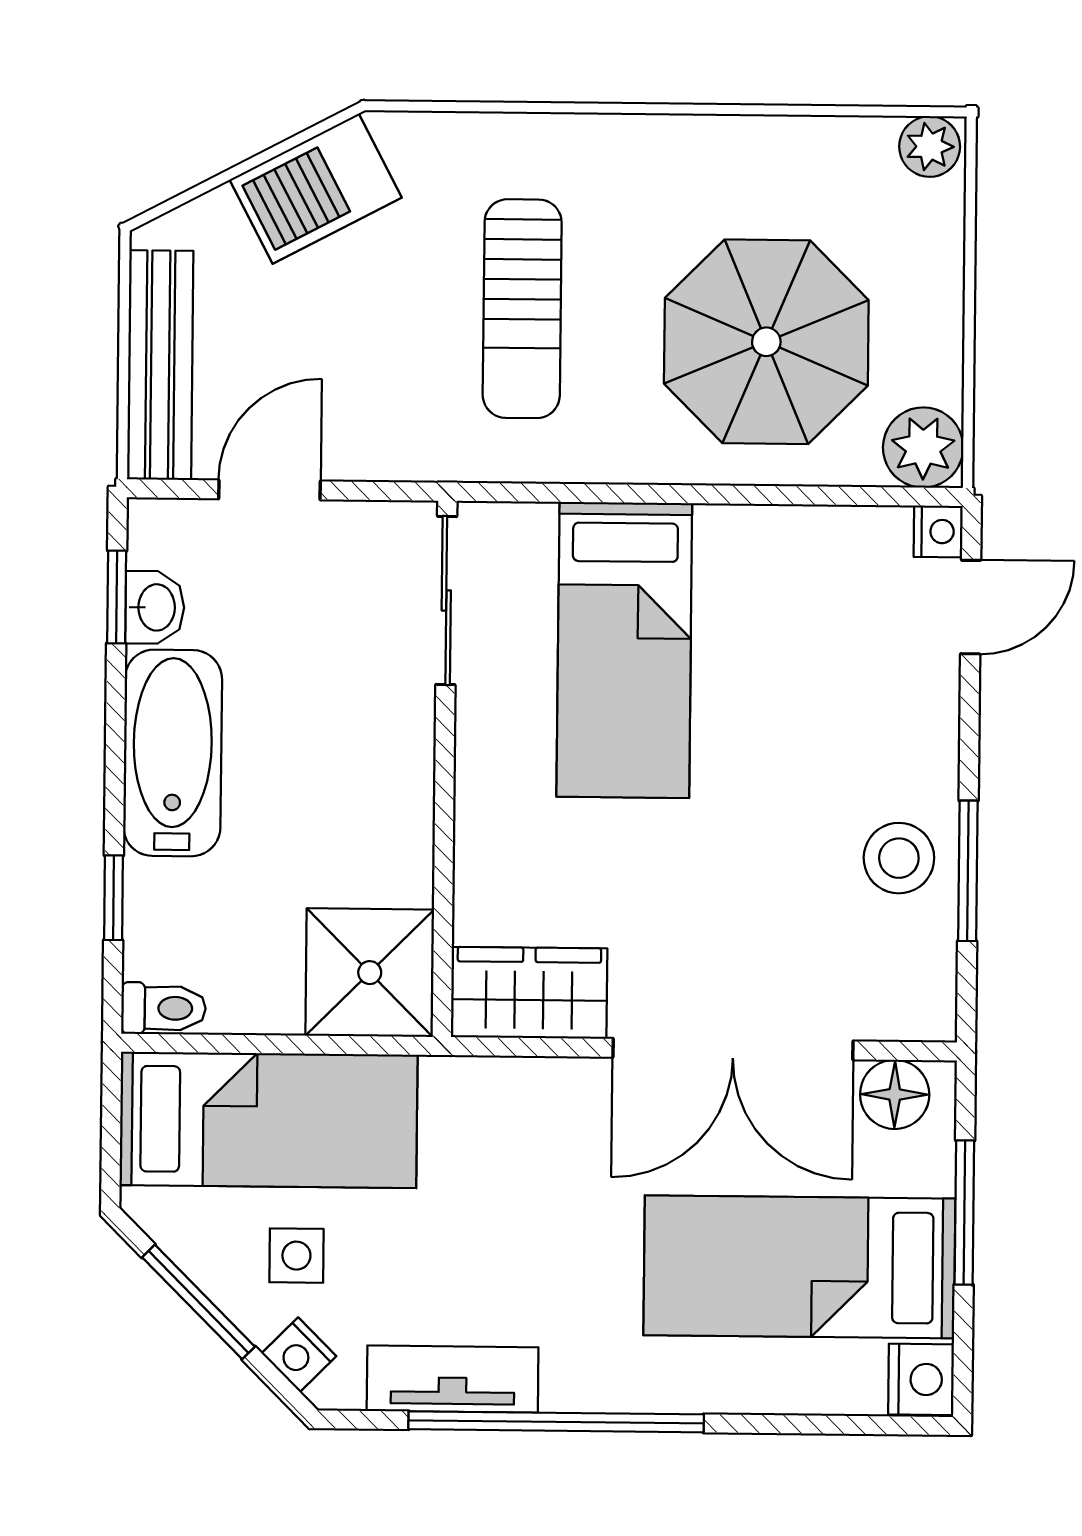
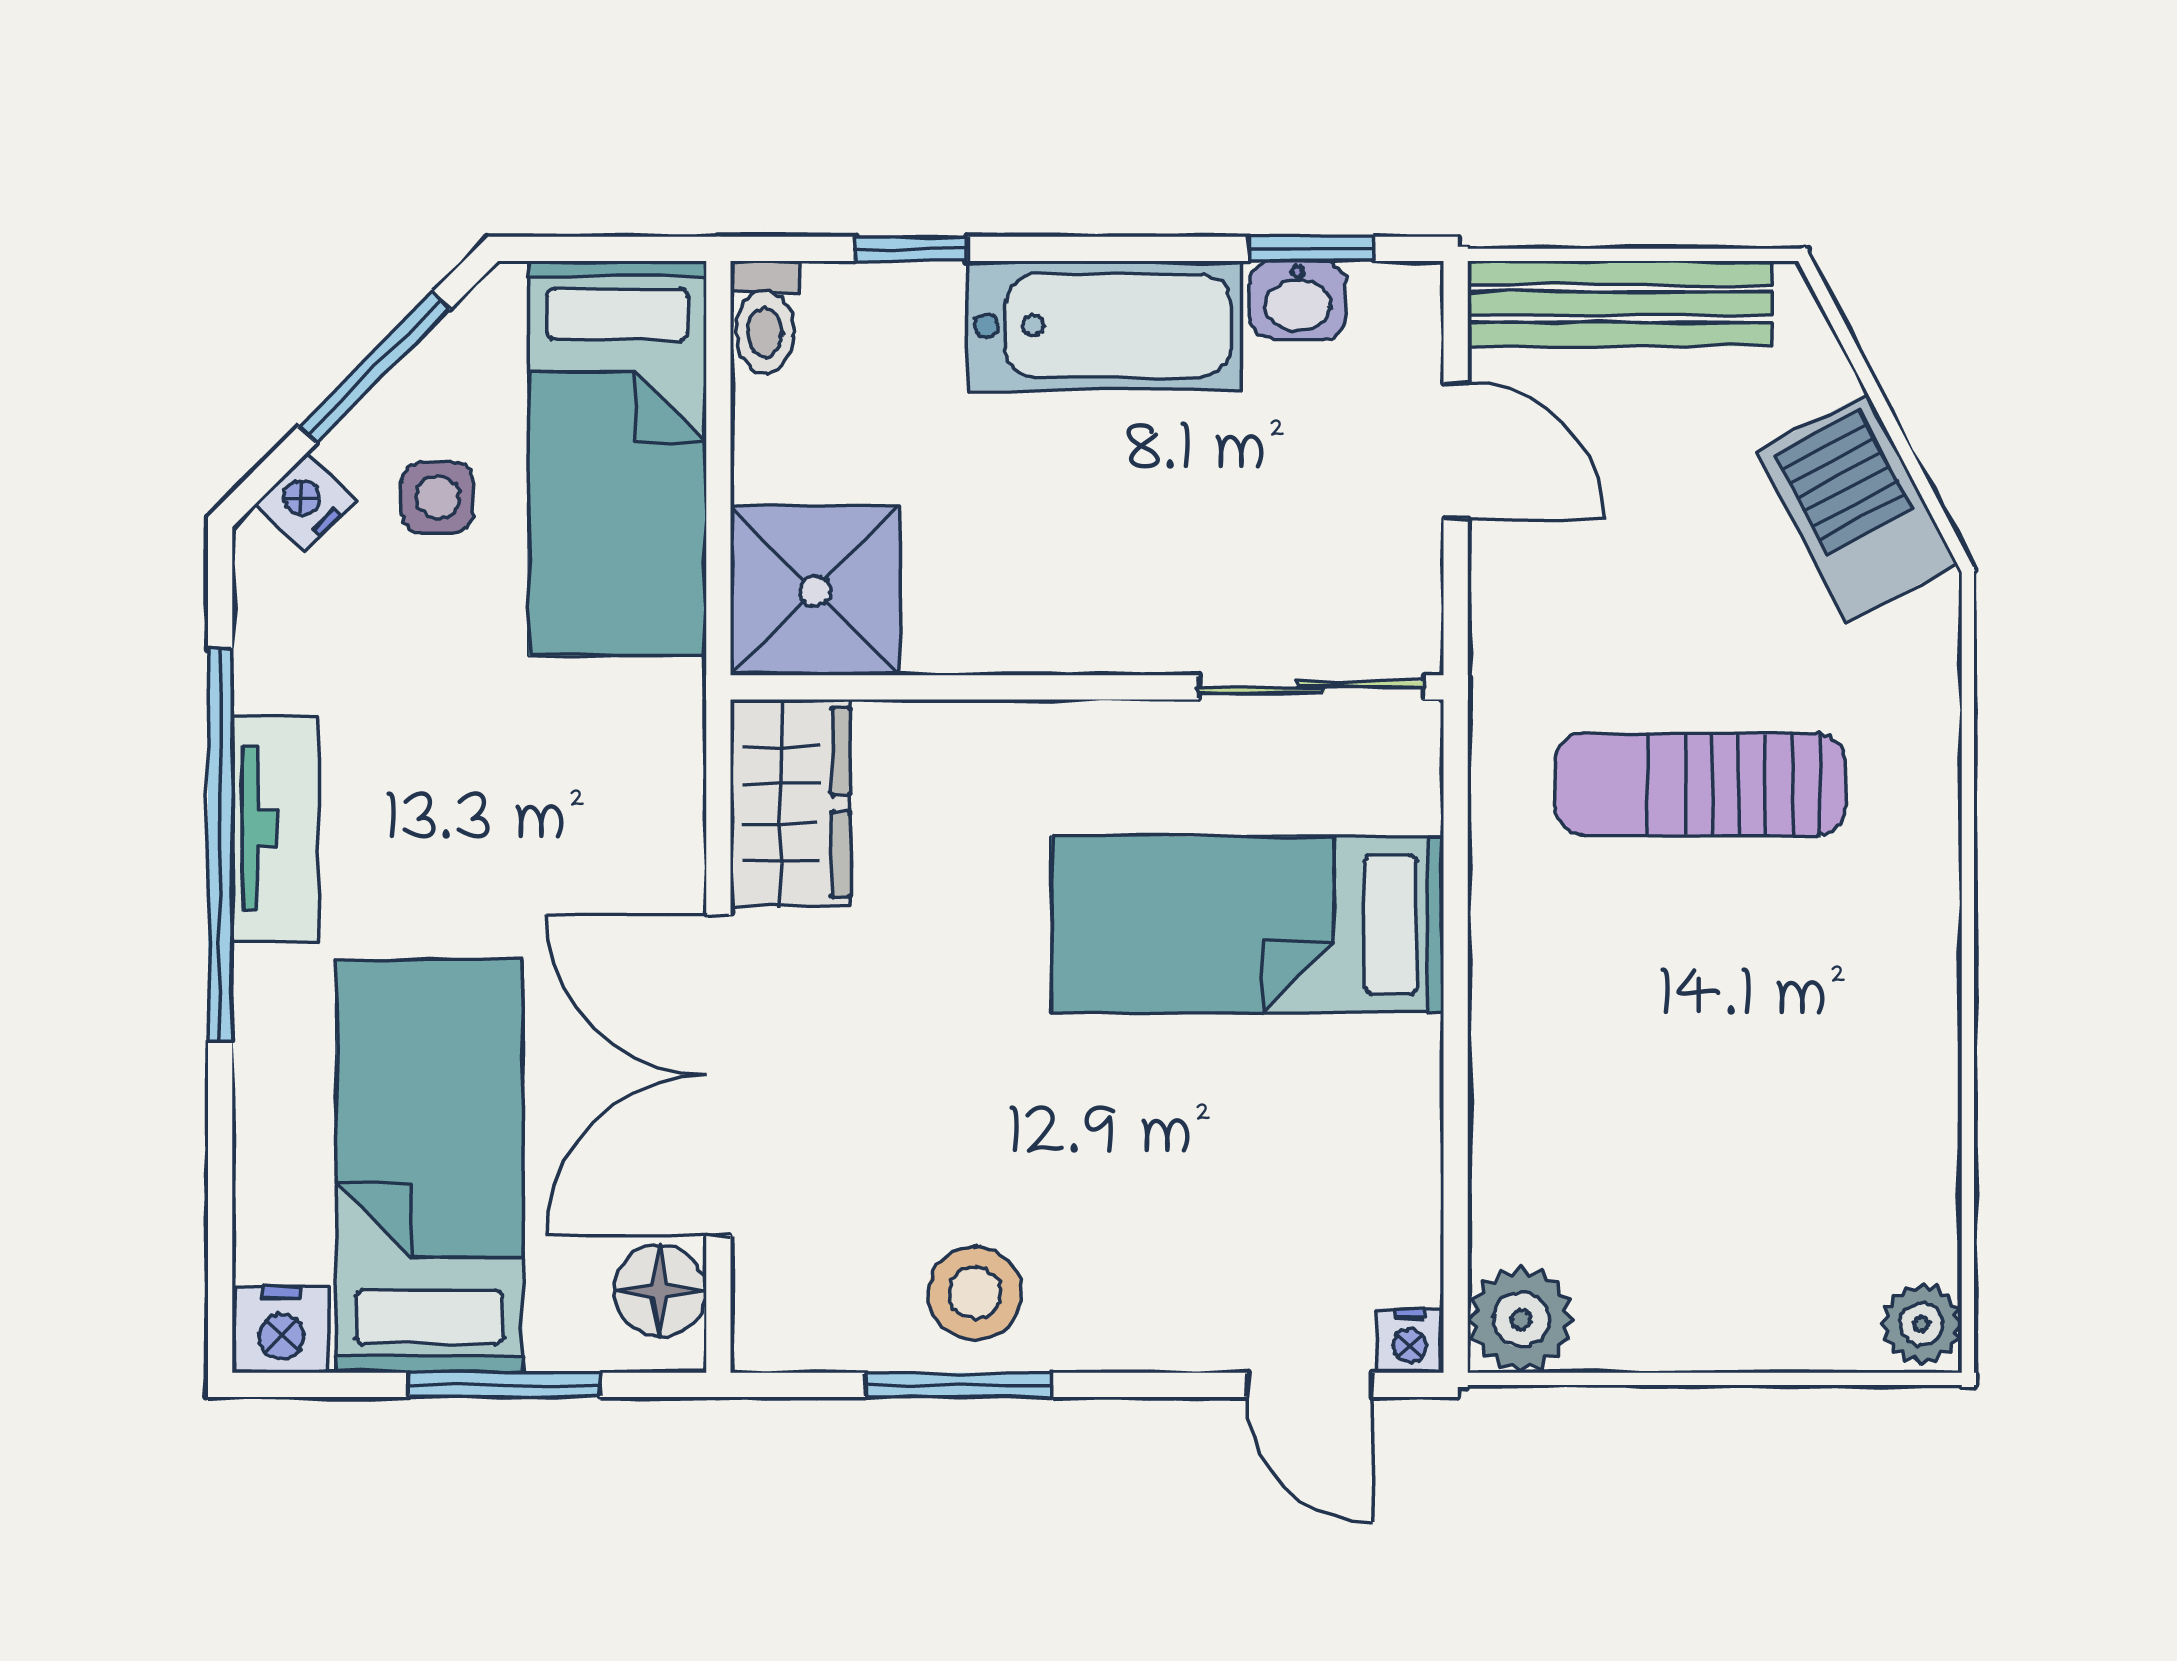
parasol: (766, 342) -> (1660, 1109), removed
tv unit: (453, 1379) -> (275, 828), moved

